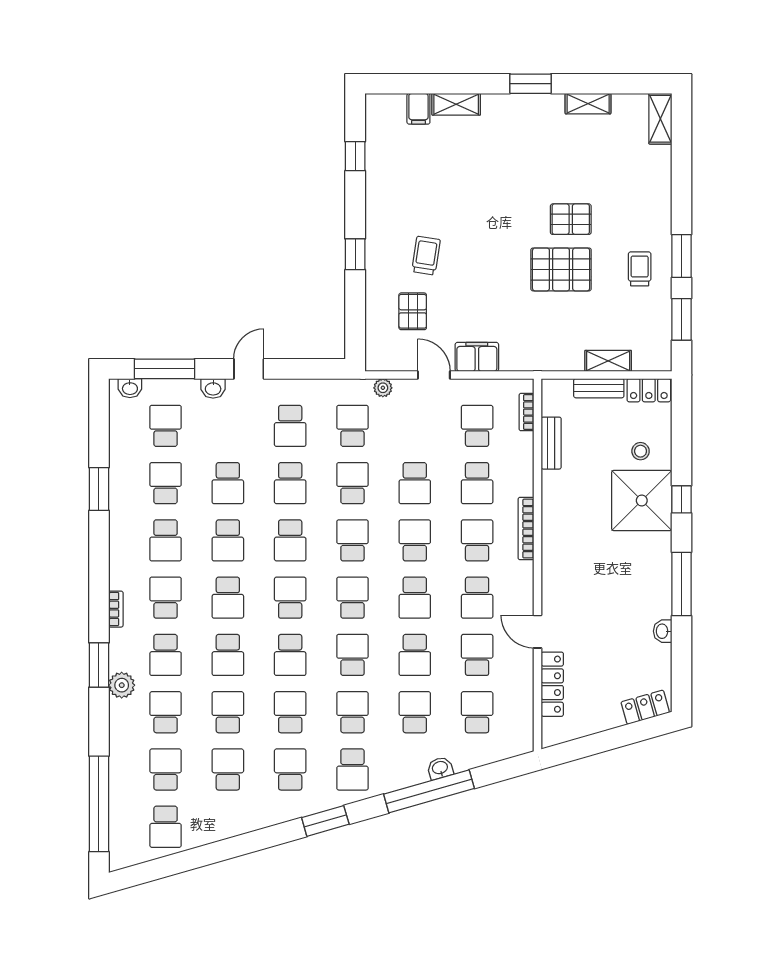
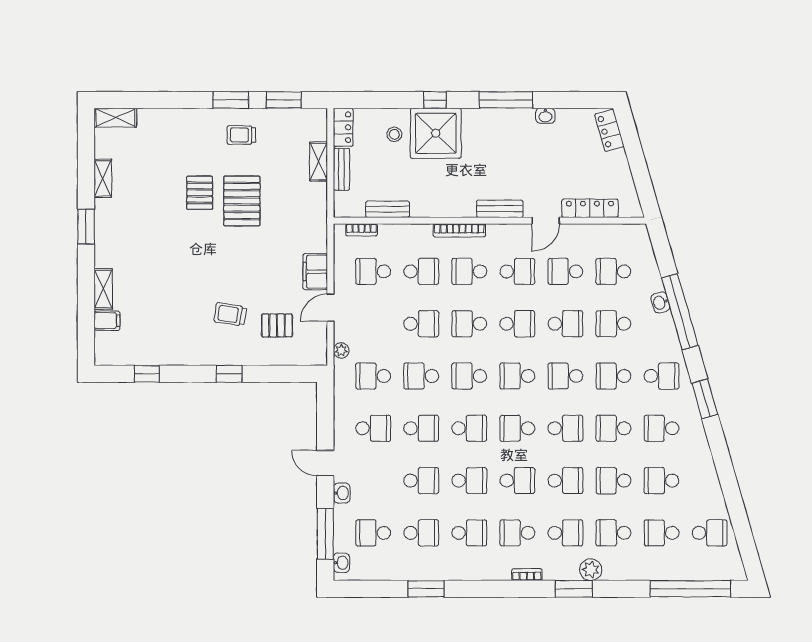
school desk: (166, 483) -> (421, 533), turned 180
bench: (552, 577) -> (500, 209), added

